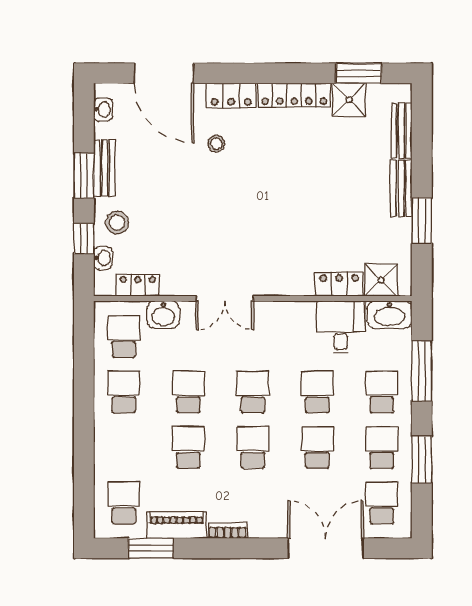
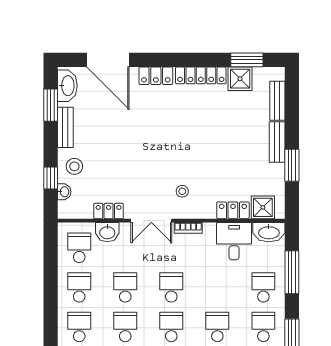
washbasin: (103, 109) -> (67, 86), width x1.91, depth x1.45
stool: (216, 144) -> (182, 191), moved
window: (84, 175) -> (51, 105), moved
locker: (138, 285) -> (109, 211), moved
bookcase: (276, 309) -> (188, 228), added
school desk: (317, 392) -> (79, 327), moved

